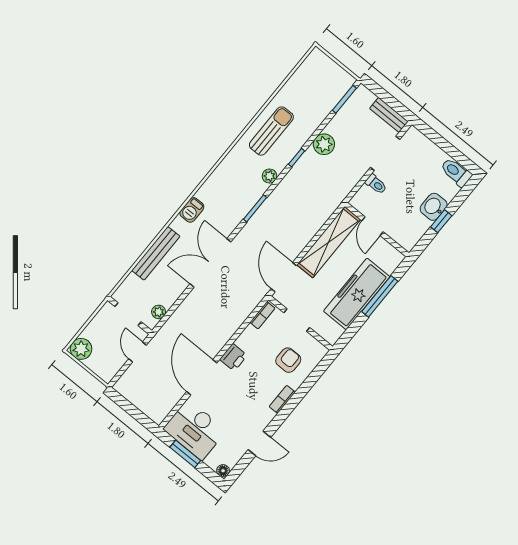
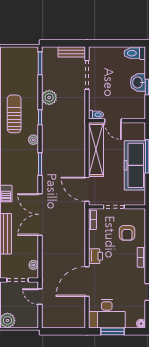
toilet: (376, 184) -> (96, 115), moved
armchair: (288, 360) -> (127, 233), turned 180
door: (202, 377) -> (87, 282), hinge flipped

